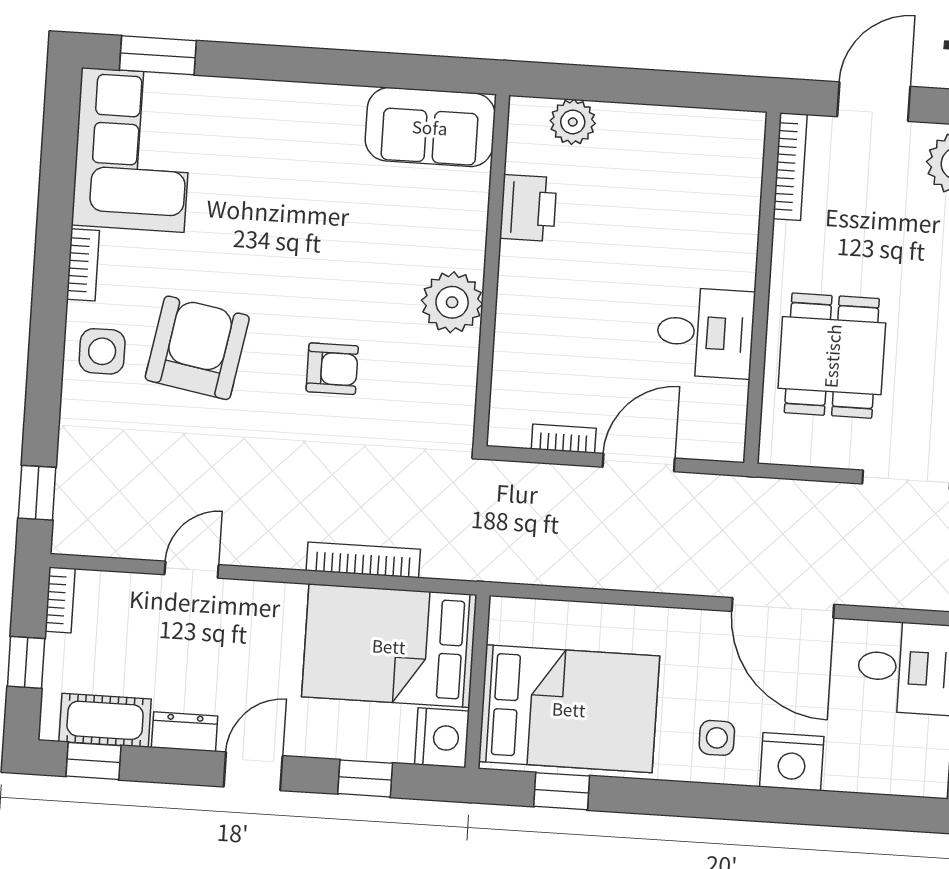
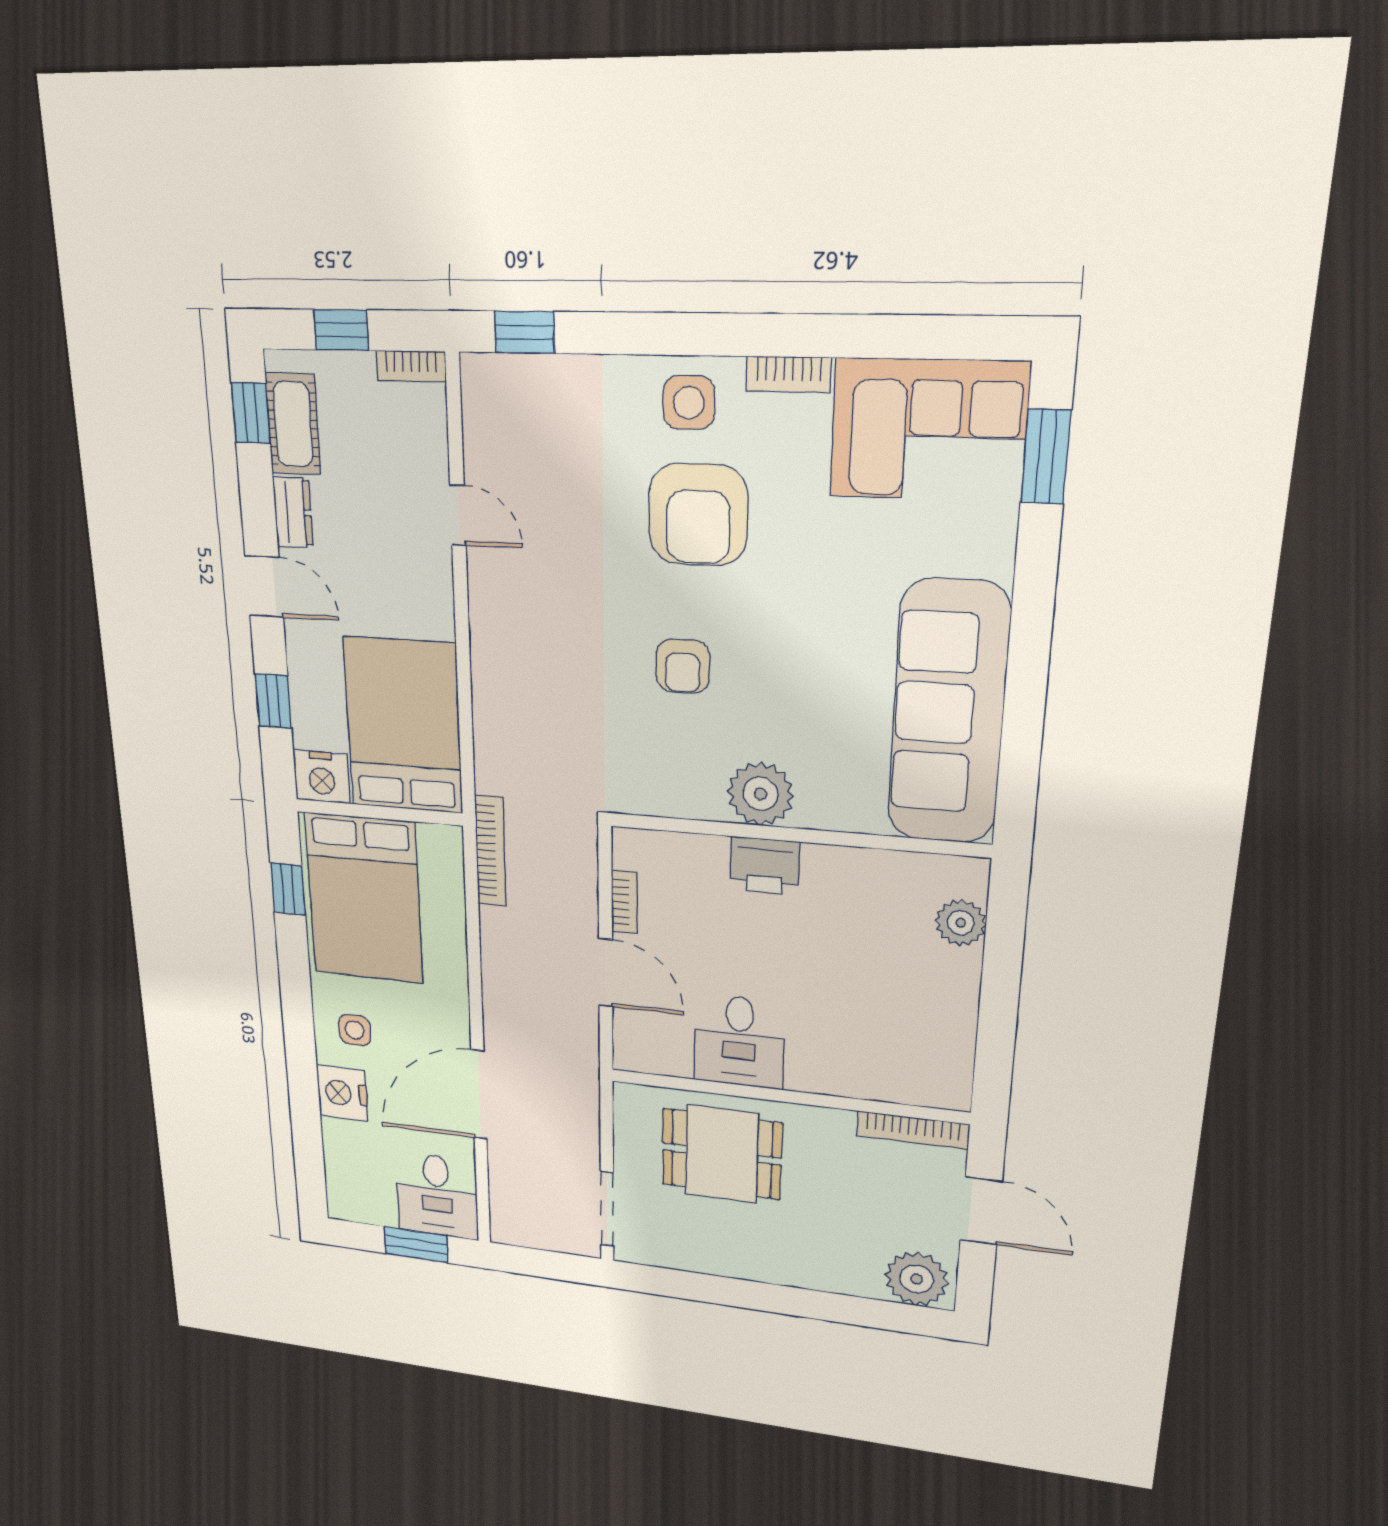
sofa: (430, 127) -> (948, 713), width x1.85, depth x1.27
printer: (528, 208) -> (765, 866), moved
armchair: (197, 348) -> (698, 515), turned 80
bookcase: (363, 560) -> (490, 851), moved

